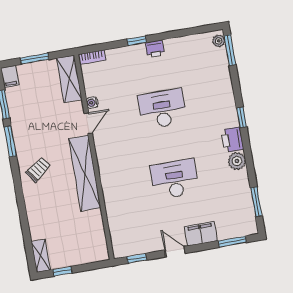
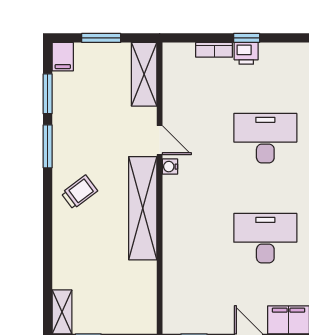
printer: (155, 49) -> (246, 53), moved
bookcase: (92, 57) -> (214, 50), moved
water cooler: (92, 103) -> (170, 167), moved
door: (88, 123) -> (160, 140), hinge flipped

